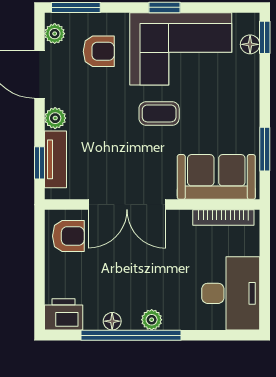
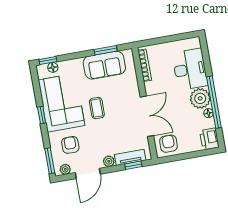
sofa: (216, 177) -> (104, 65), moved, turned -90
desk: (231, 293) -> (190, 69), moved, turned 90
plant: (152, 320) -> (200, 98), width x1.87, depth x1.87

